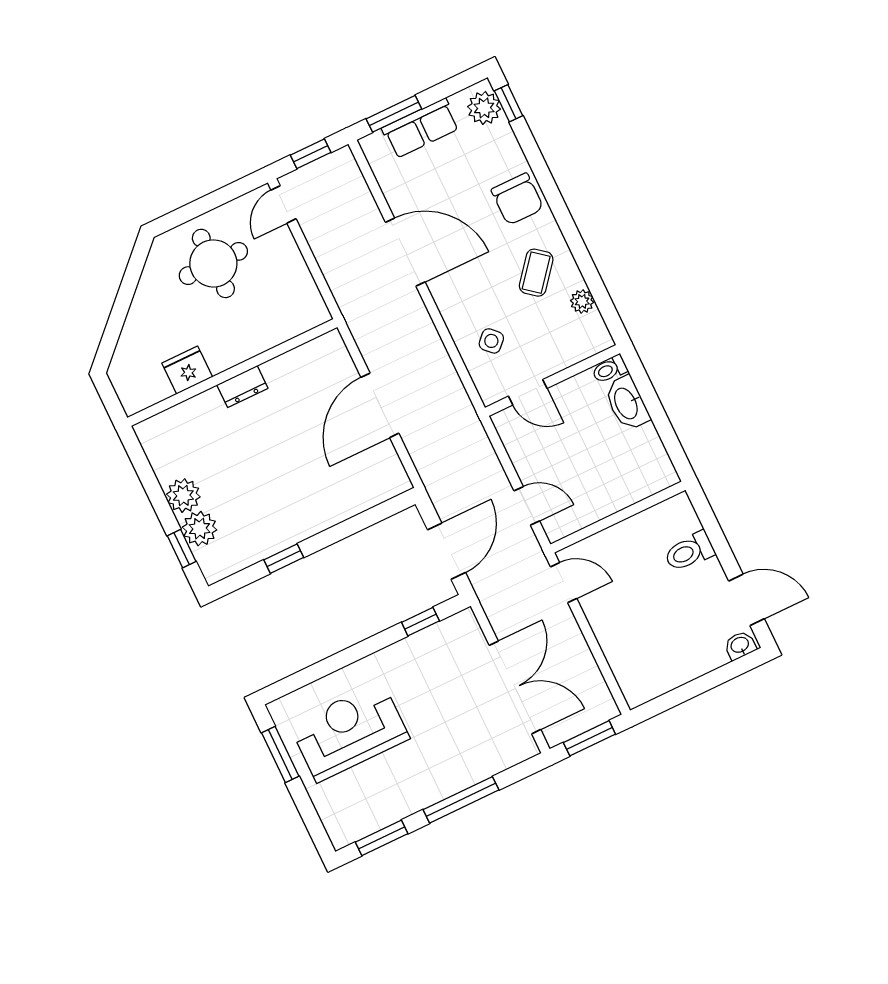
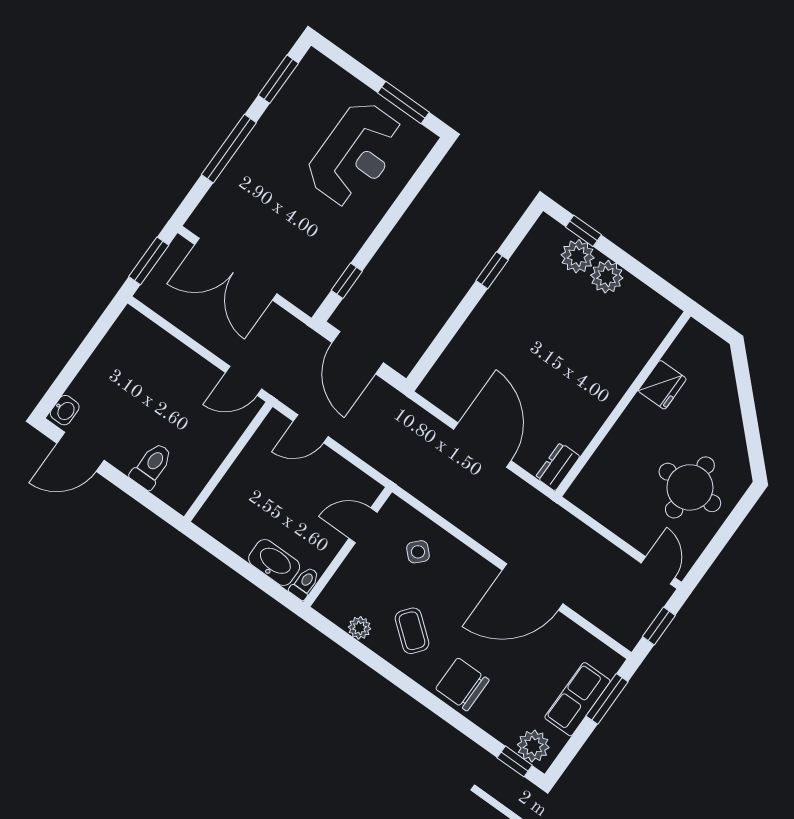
dresser: (242, 387) -> (558, 467), moved

